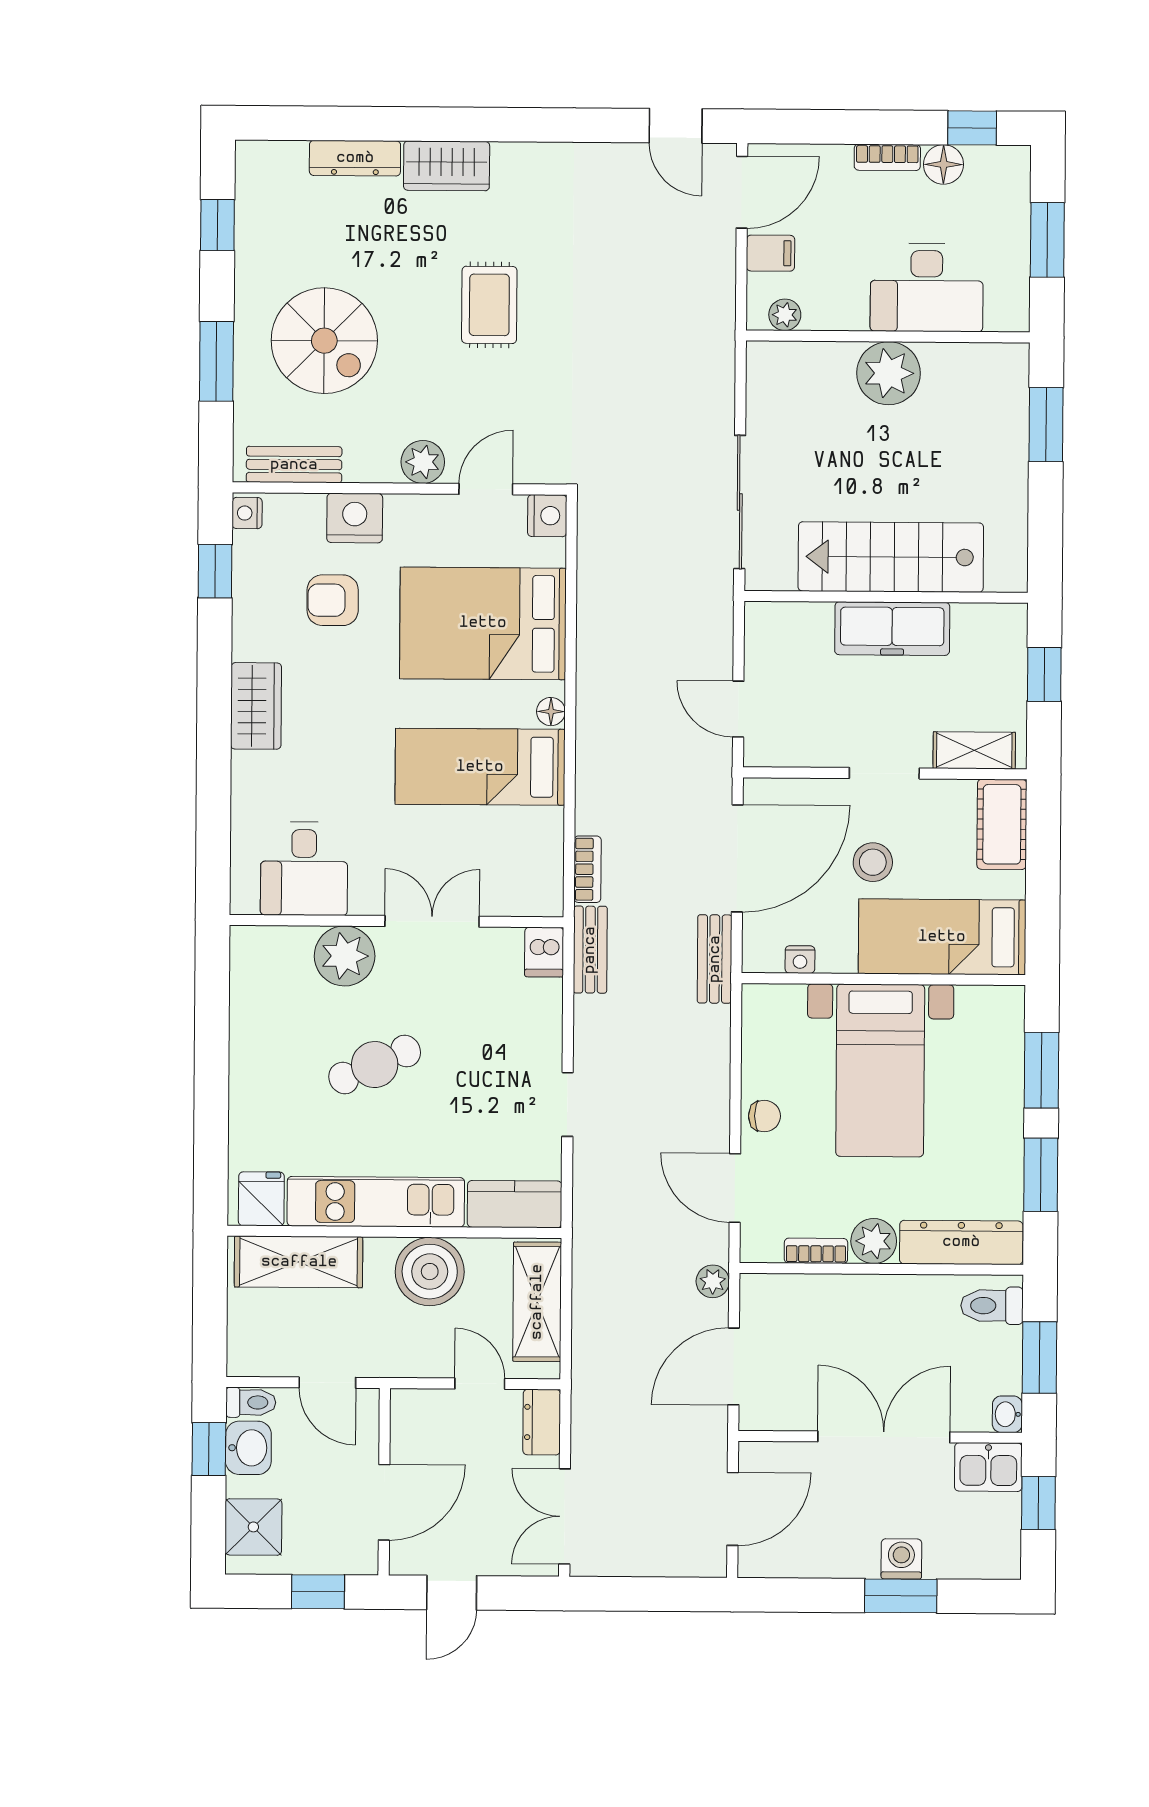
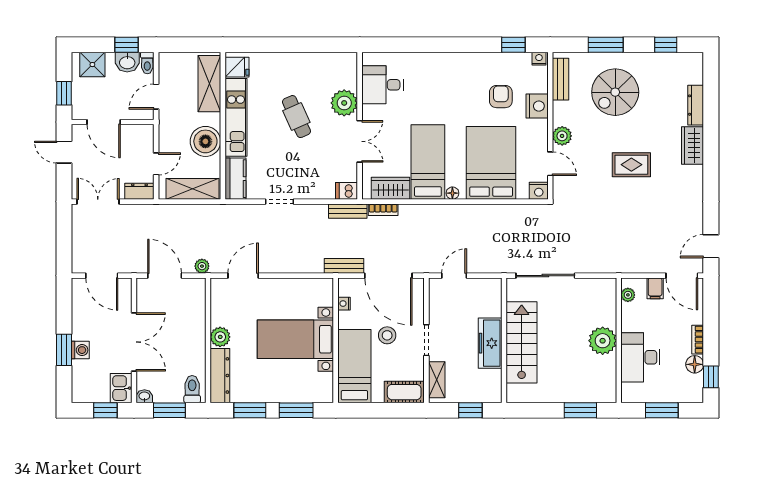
wardrobe: (256, 706) -> (391, 188), moved, turned 180
chair: (764, 1116) -> (275, 288), removed
bookcase: (816, 1251) -> (216, 311), removed

